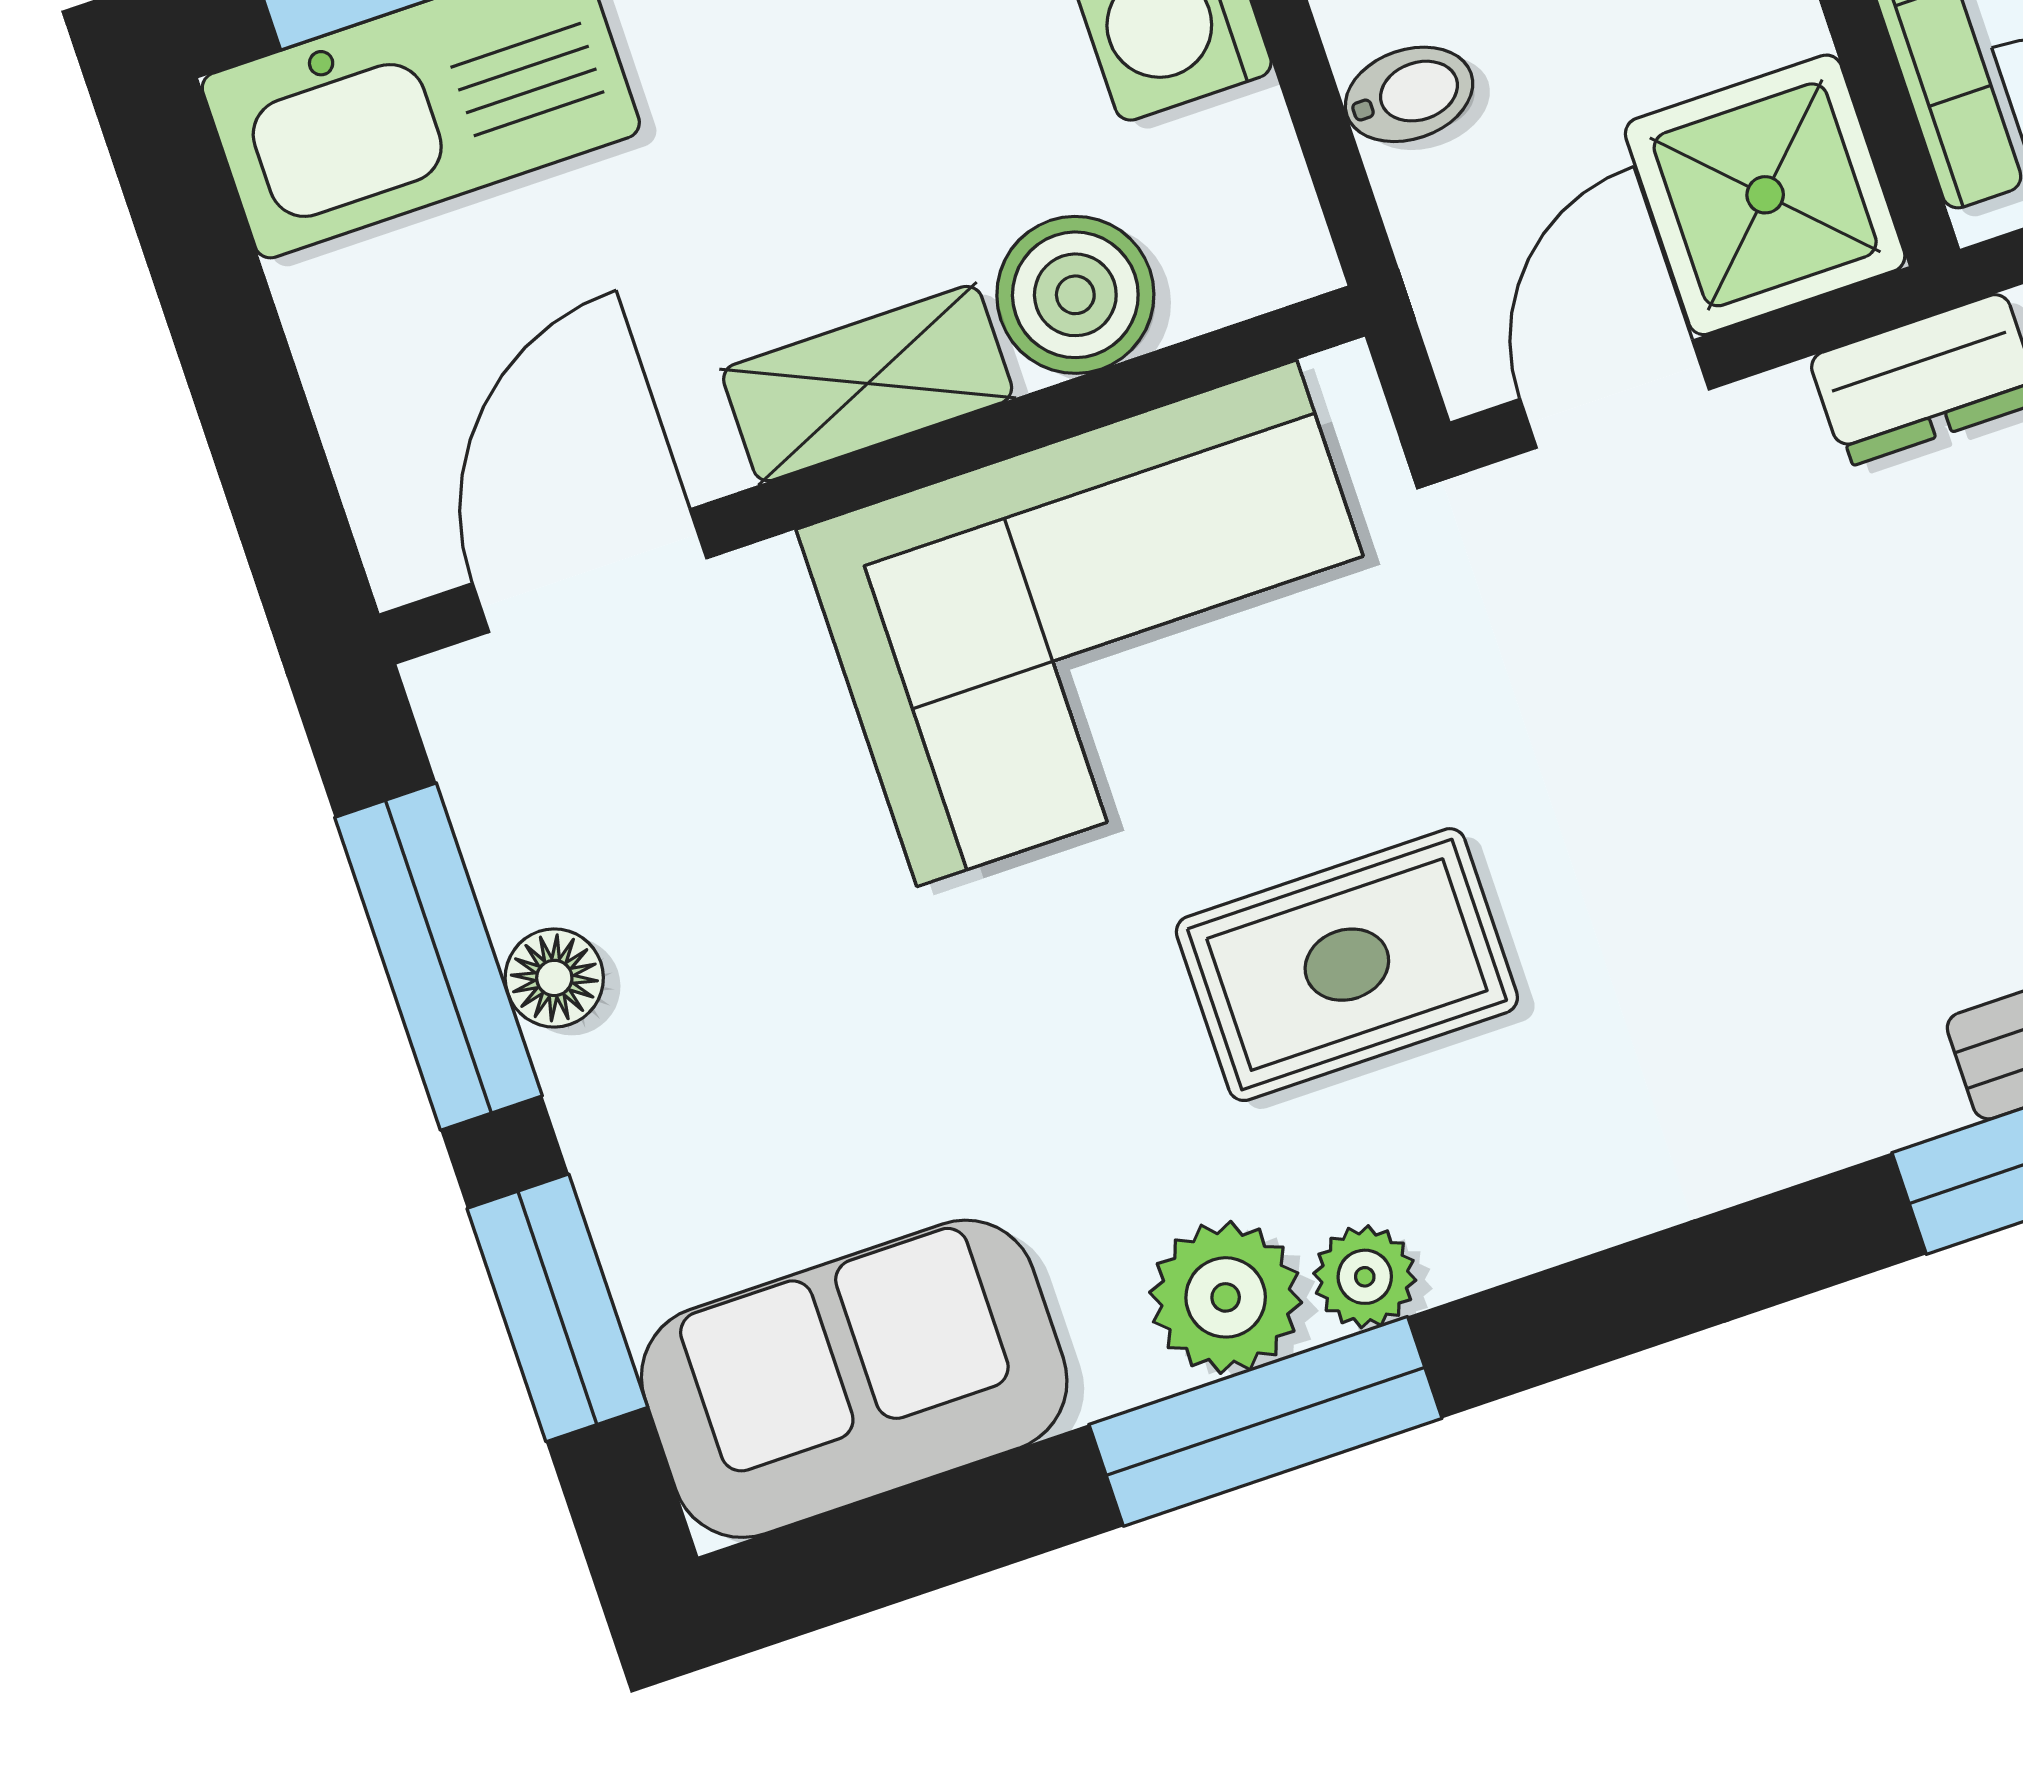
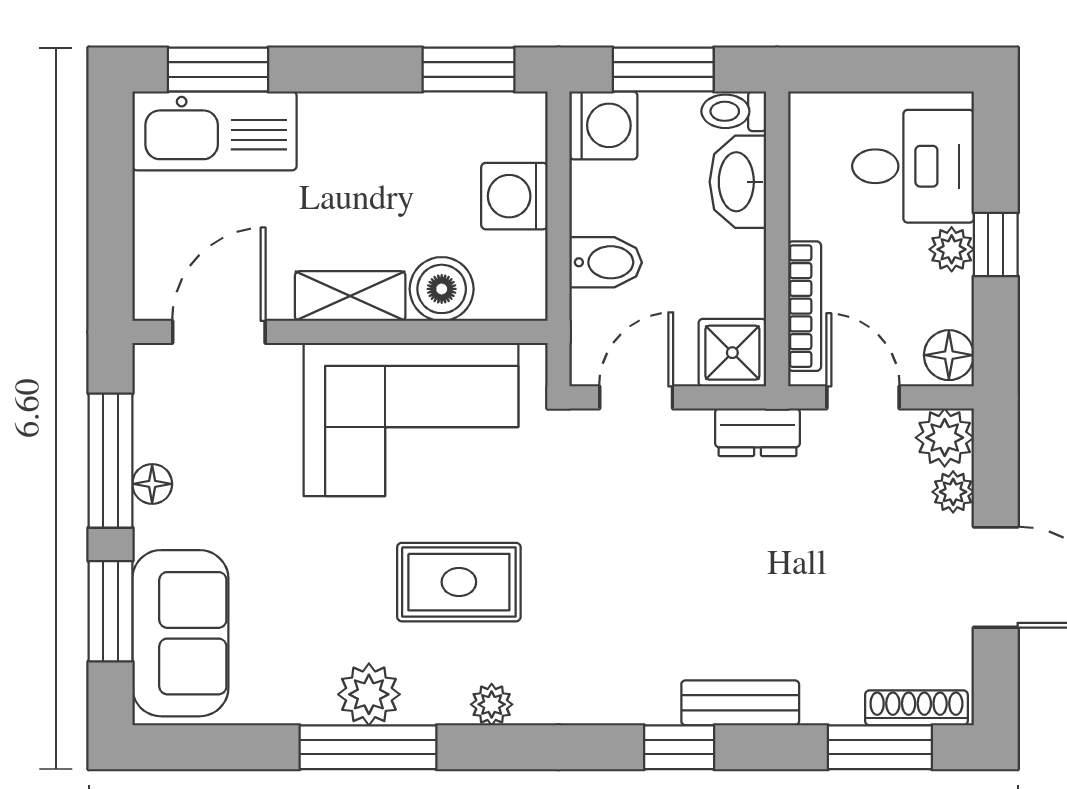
bidet: (1409, 94) -> (606, 262), width x1.38, depth x1.36
shower: (1765, 195) -> (732, 353), width x0.73, depth x0.73
plant: (1365, 1277) -> (492, 704), moved
sofa: (854, 1379) -> (180, 633), moved, turned 90

